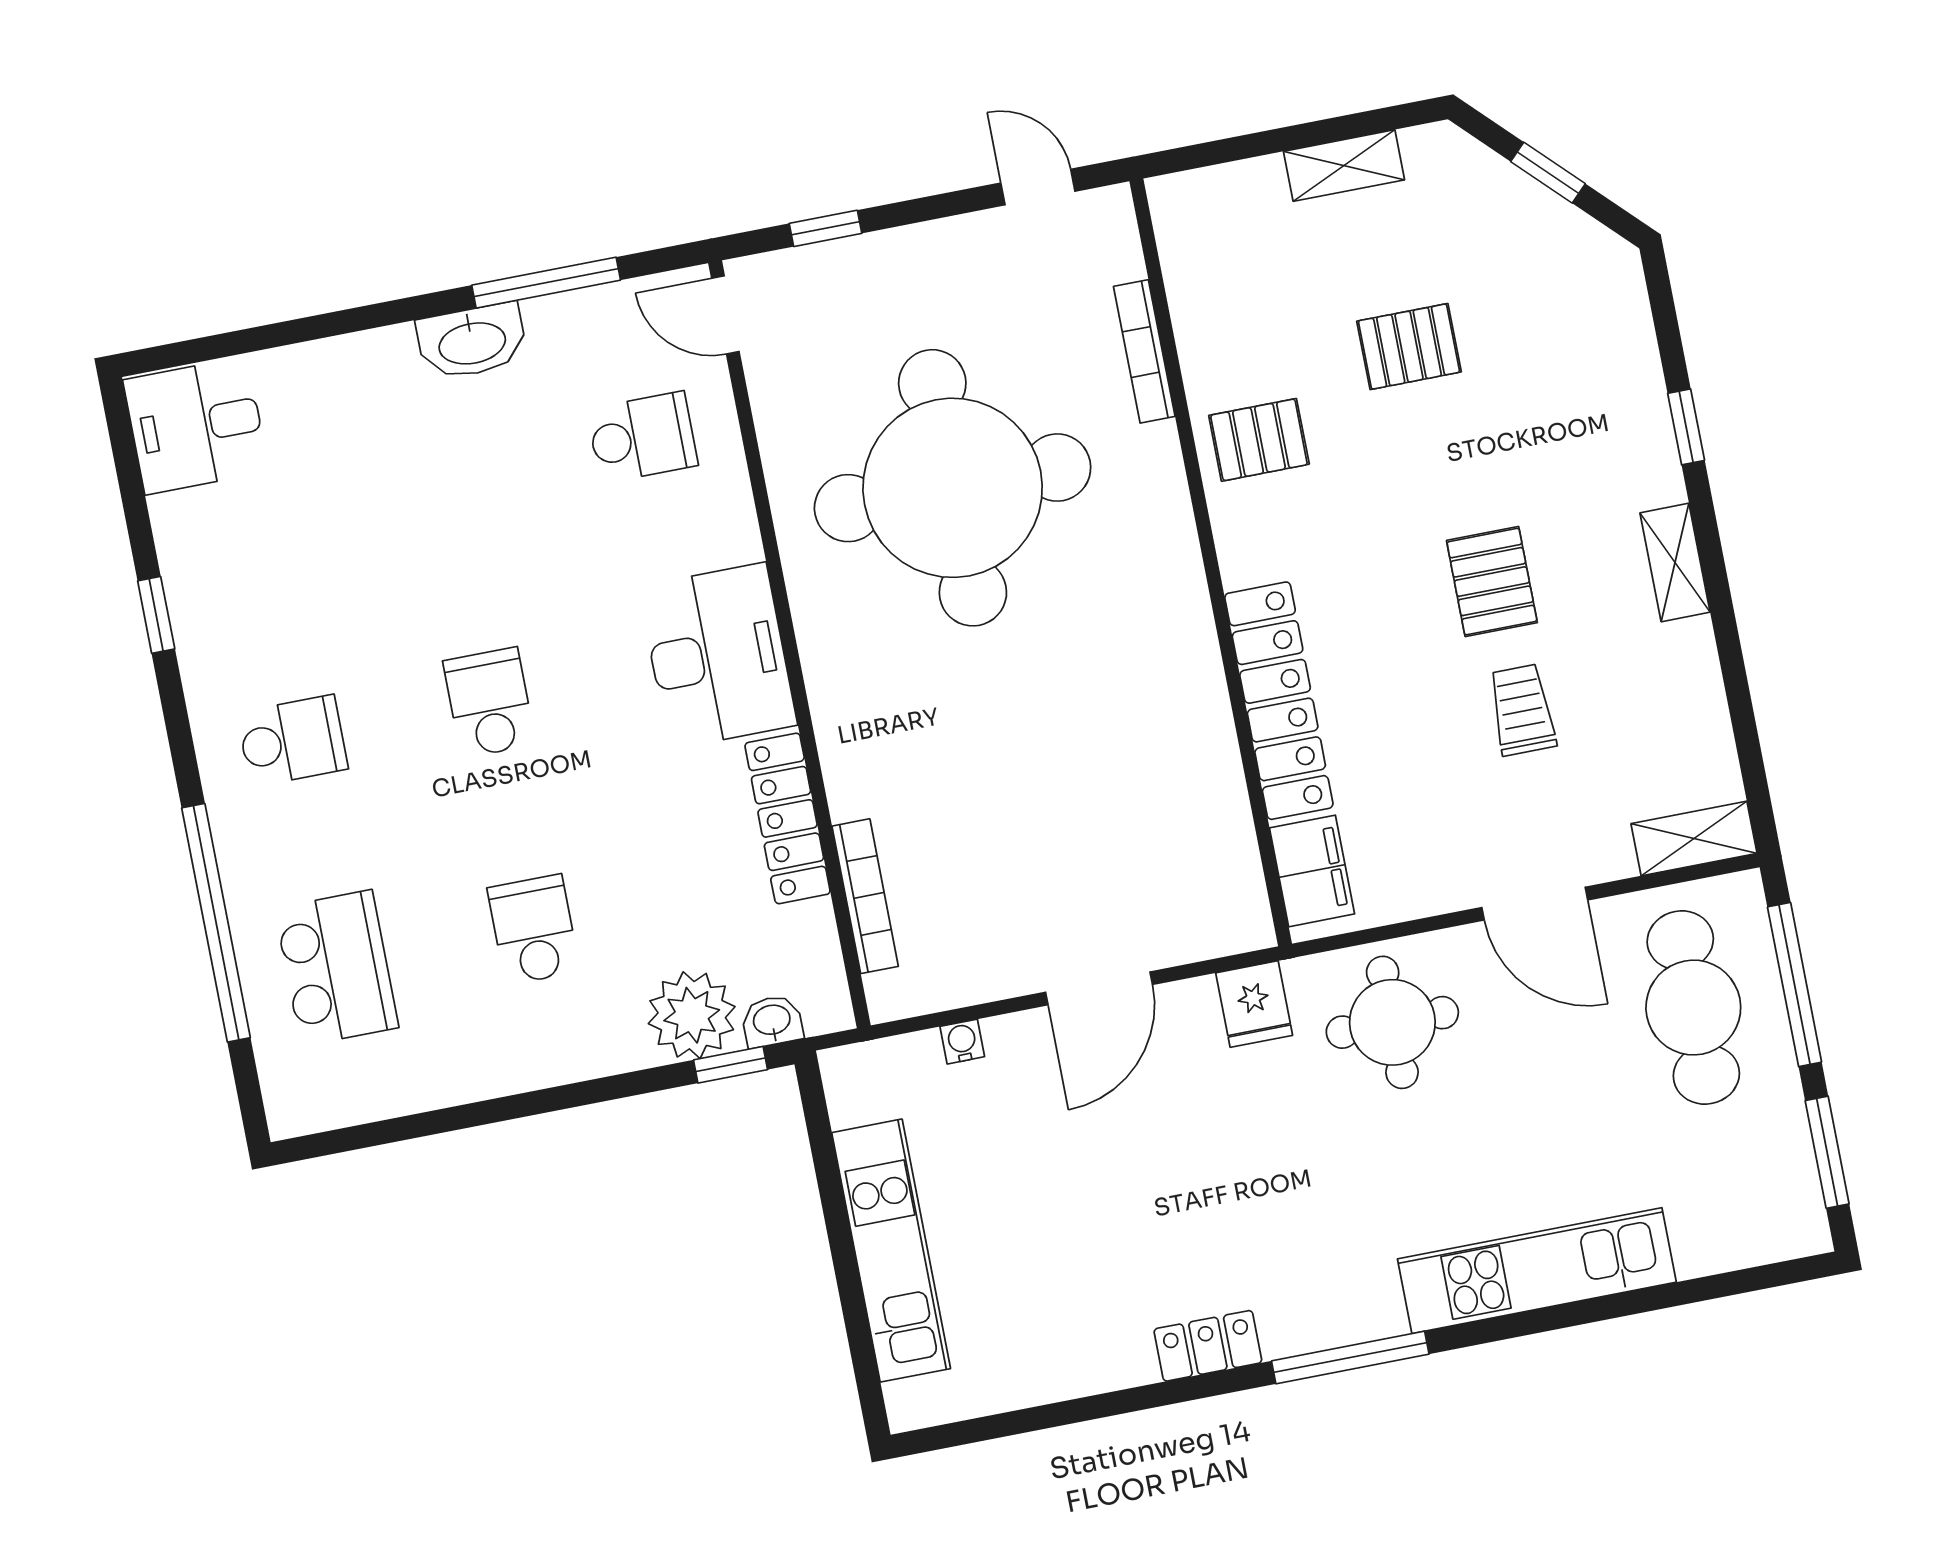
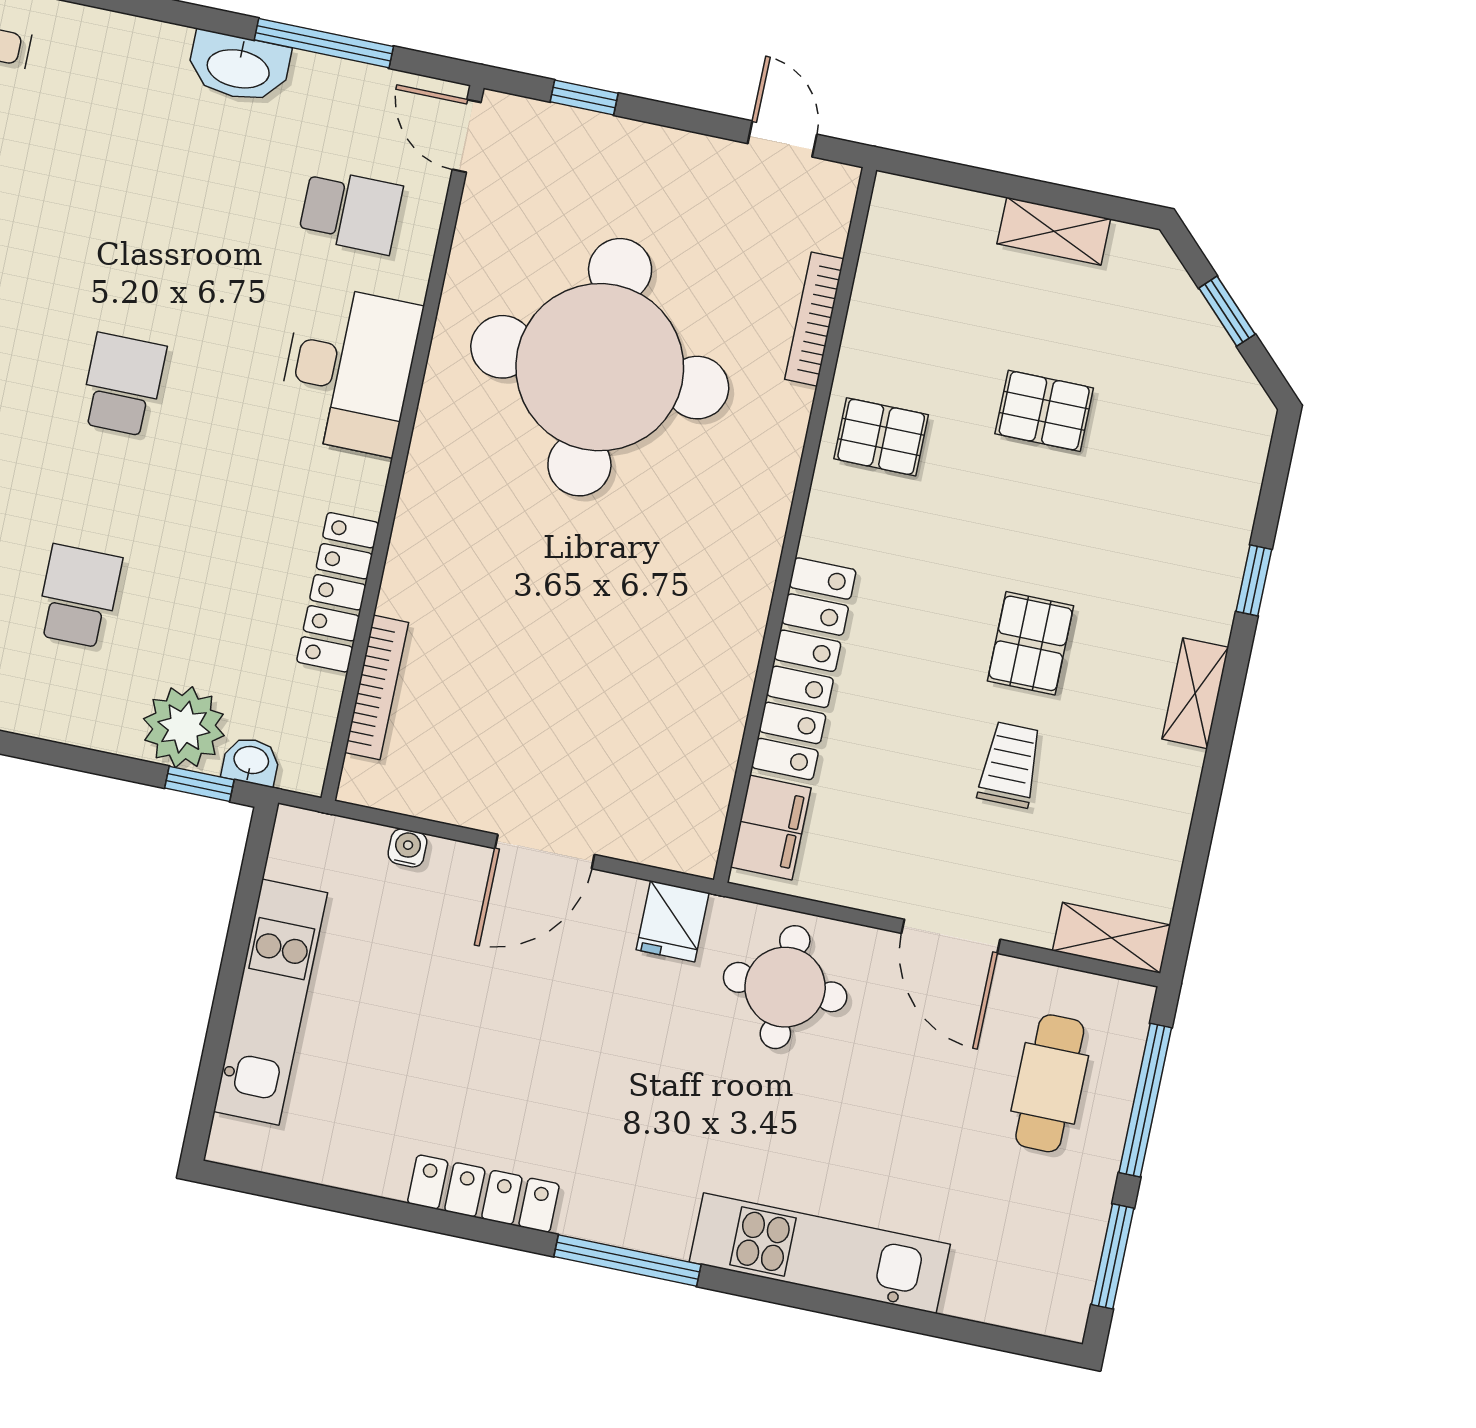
desk: (718, 656) -> (349, 370), moved
cafe table: (1693, 1008) -> (1050, 1083), width x0.73, depth x0.74
locker: (1208, 1346) -> (483, 1194), width x1.53

